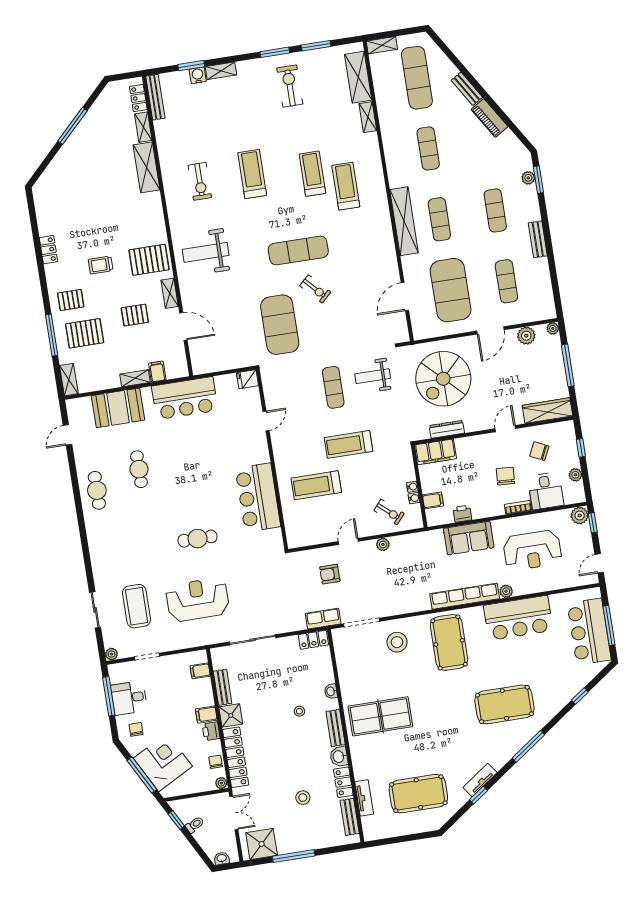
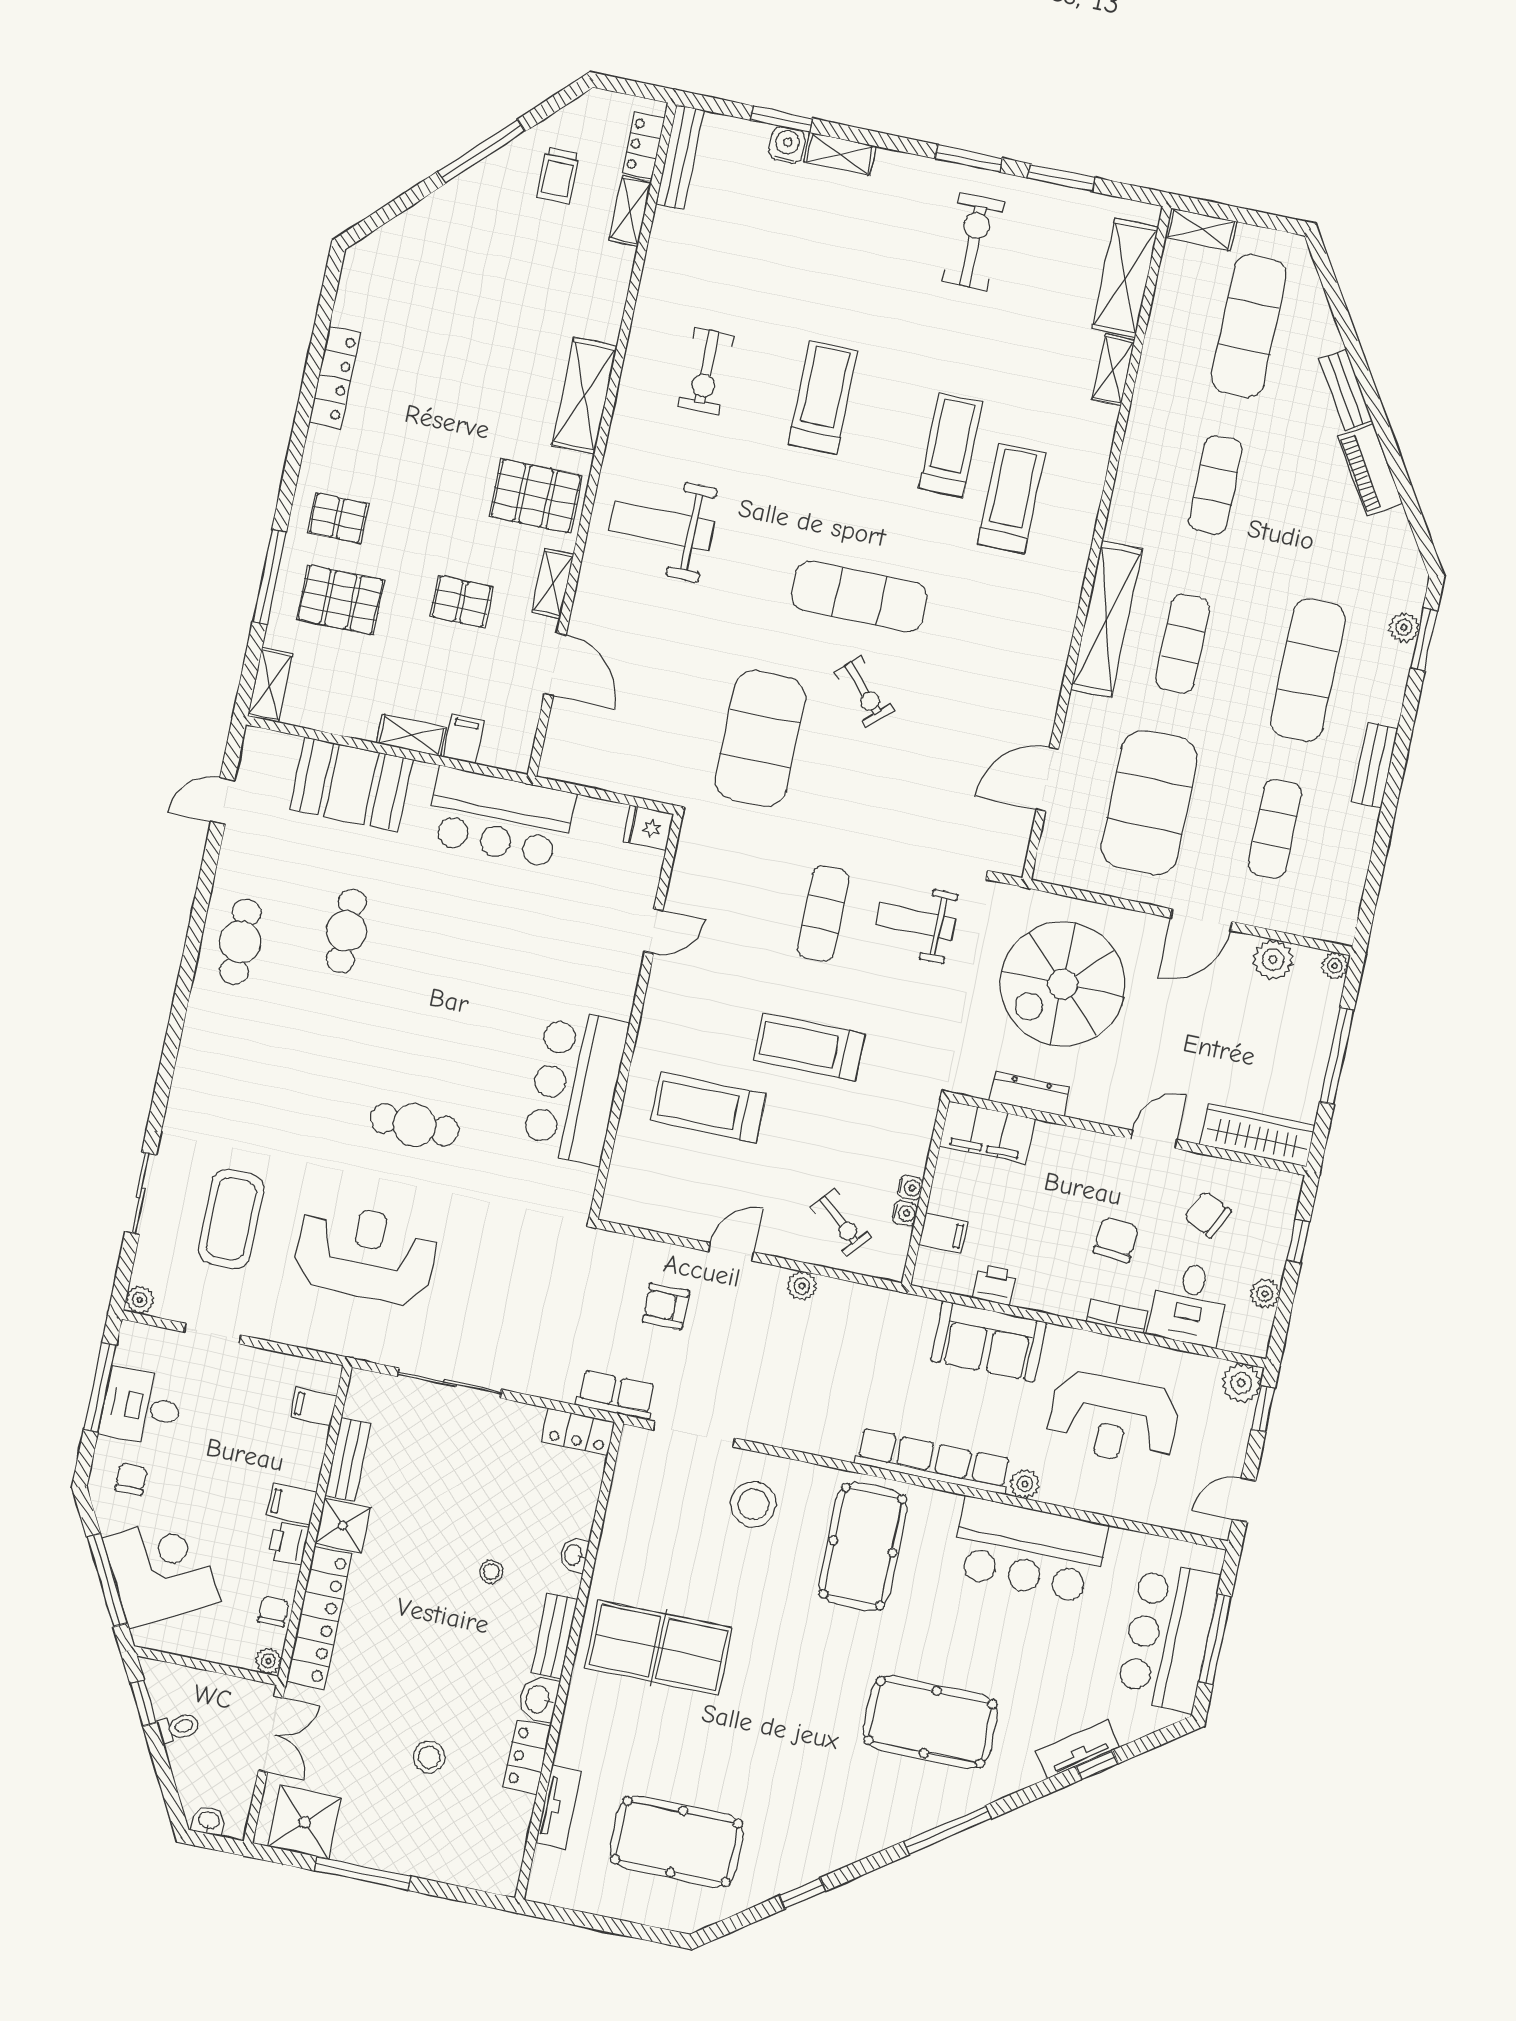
shelving: (146, 167) -> (584, 396), moved
exercise mat: (495, 210) -> (1308, 670), width x1.36, depth x1.45
locker: (48, 250) -> (335, 377), width x1.53
trolley: (101, 265) -> (558, 175), moved, turned -90
tv unit: (480, 780) -> (1078, 1749), moved
bench: (350, 817) -> (513, 1836), removed

